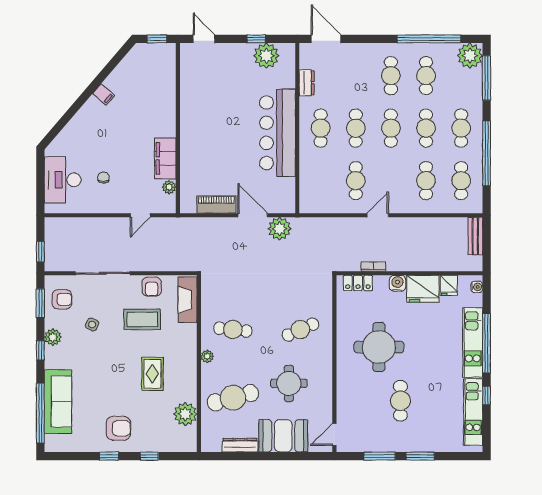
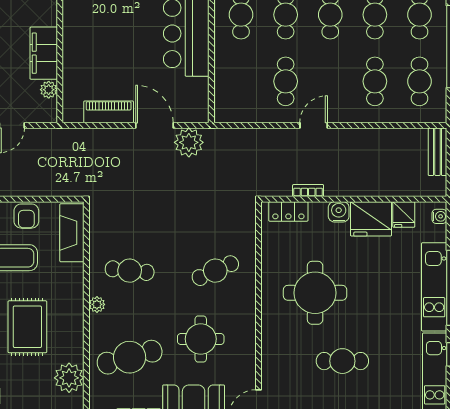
rug: (152, 374) -> (27, 327), width x1.36, depth x1.43
cafe table: (400, 401) -> (342, 361), turned 90

